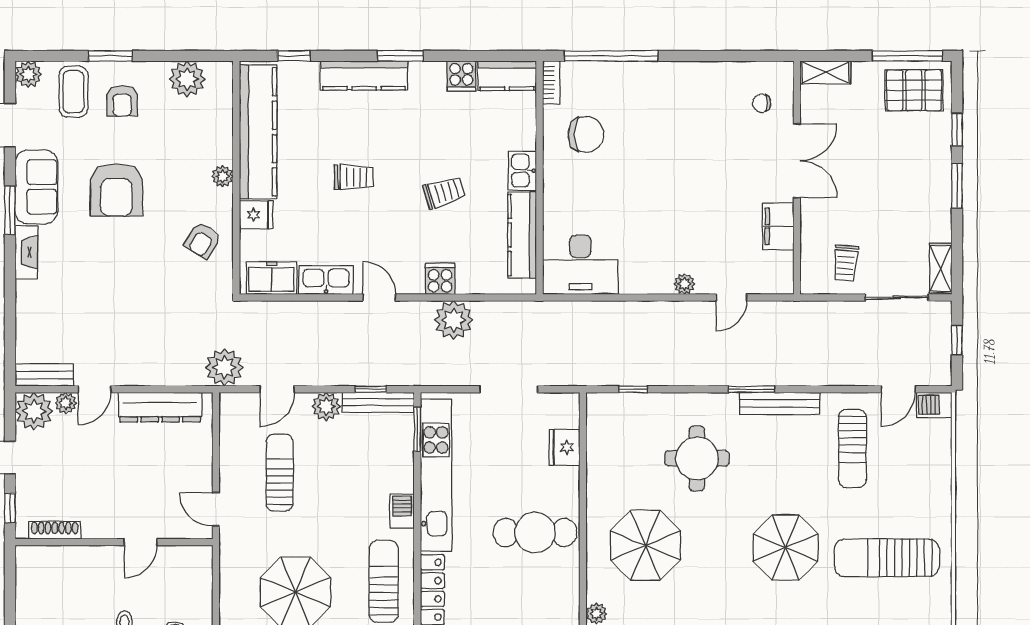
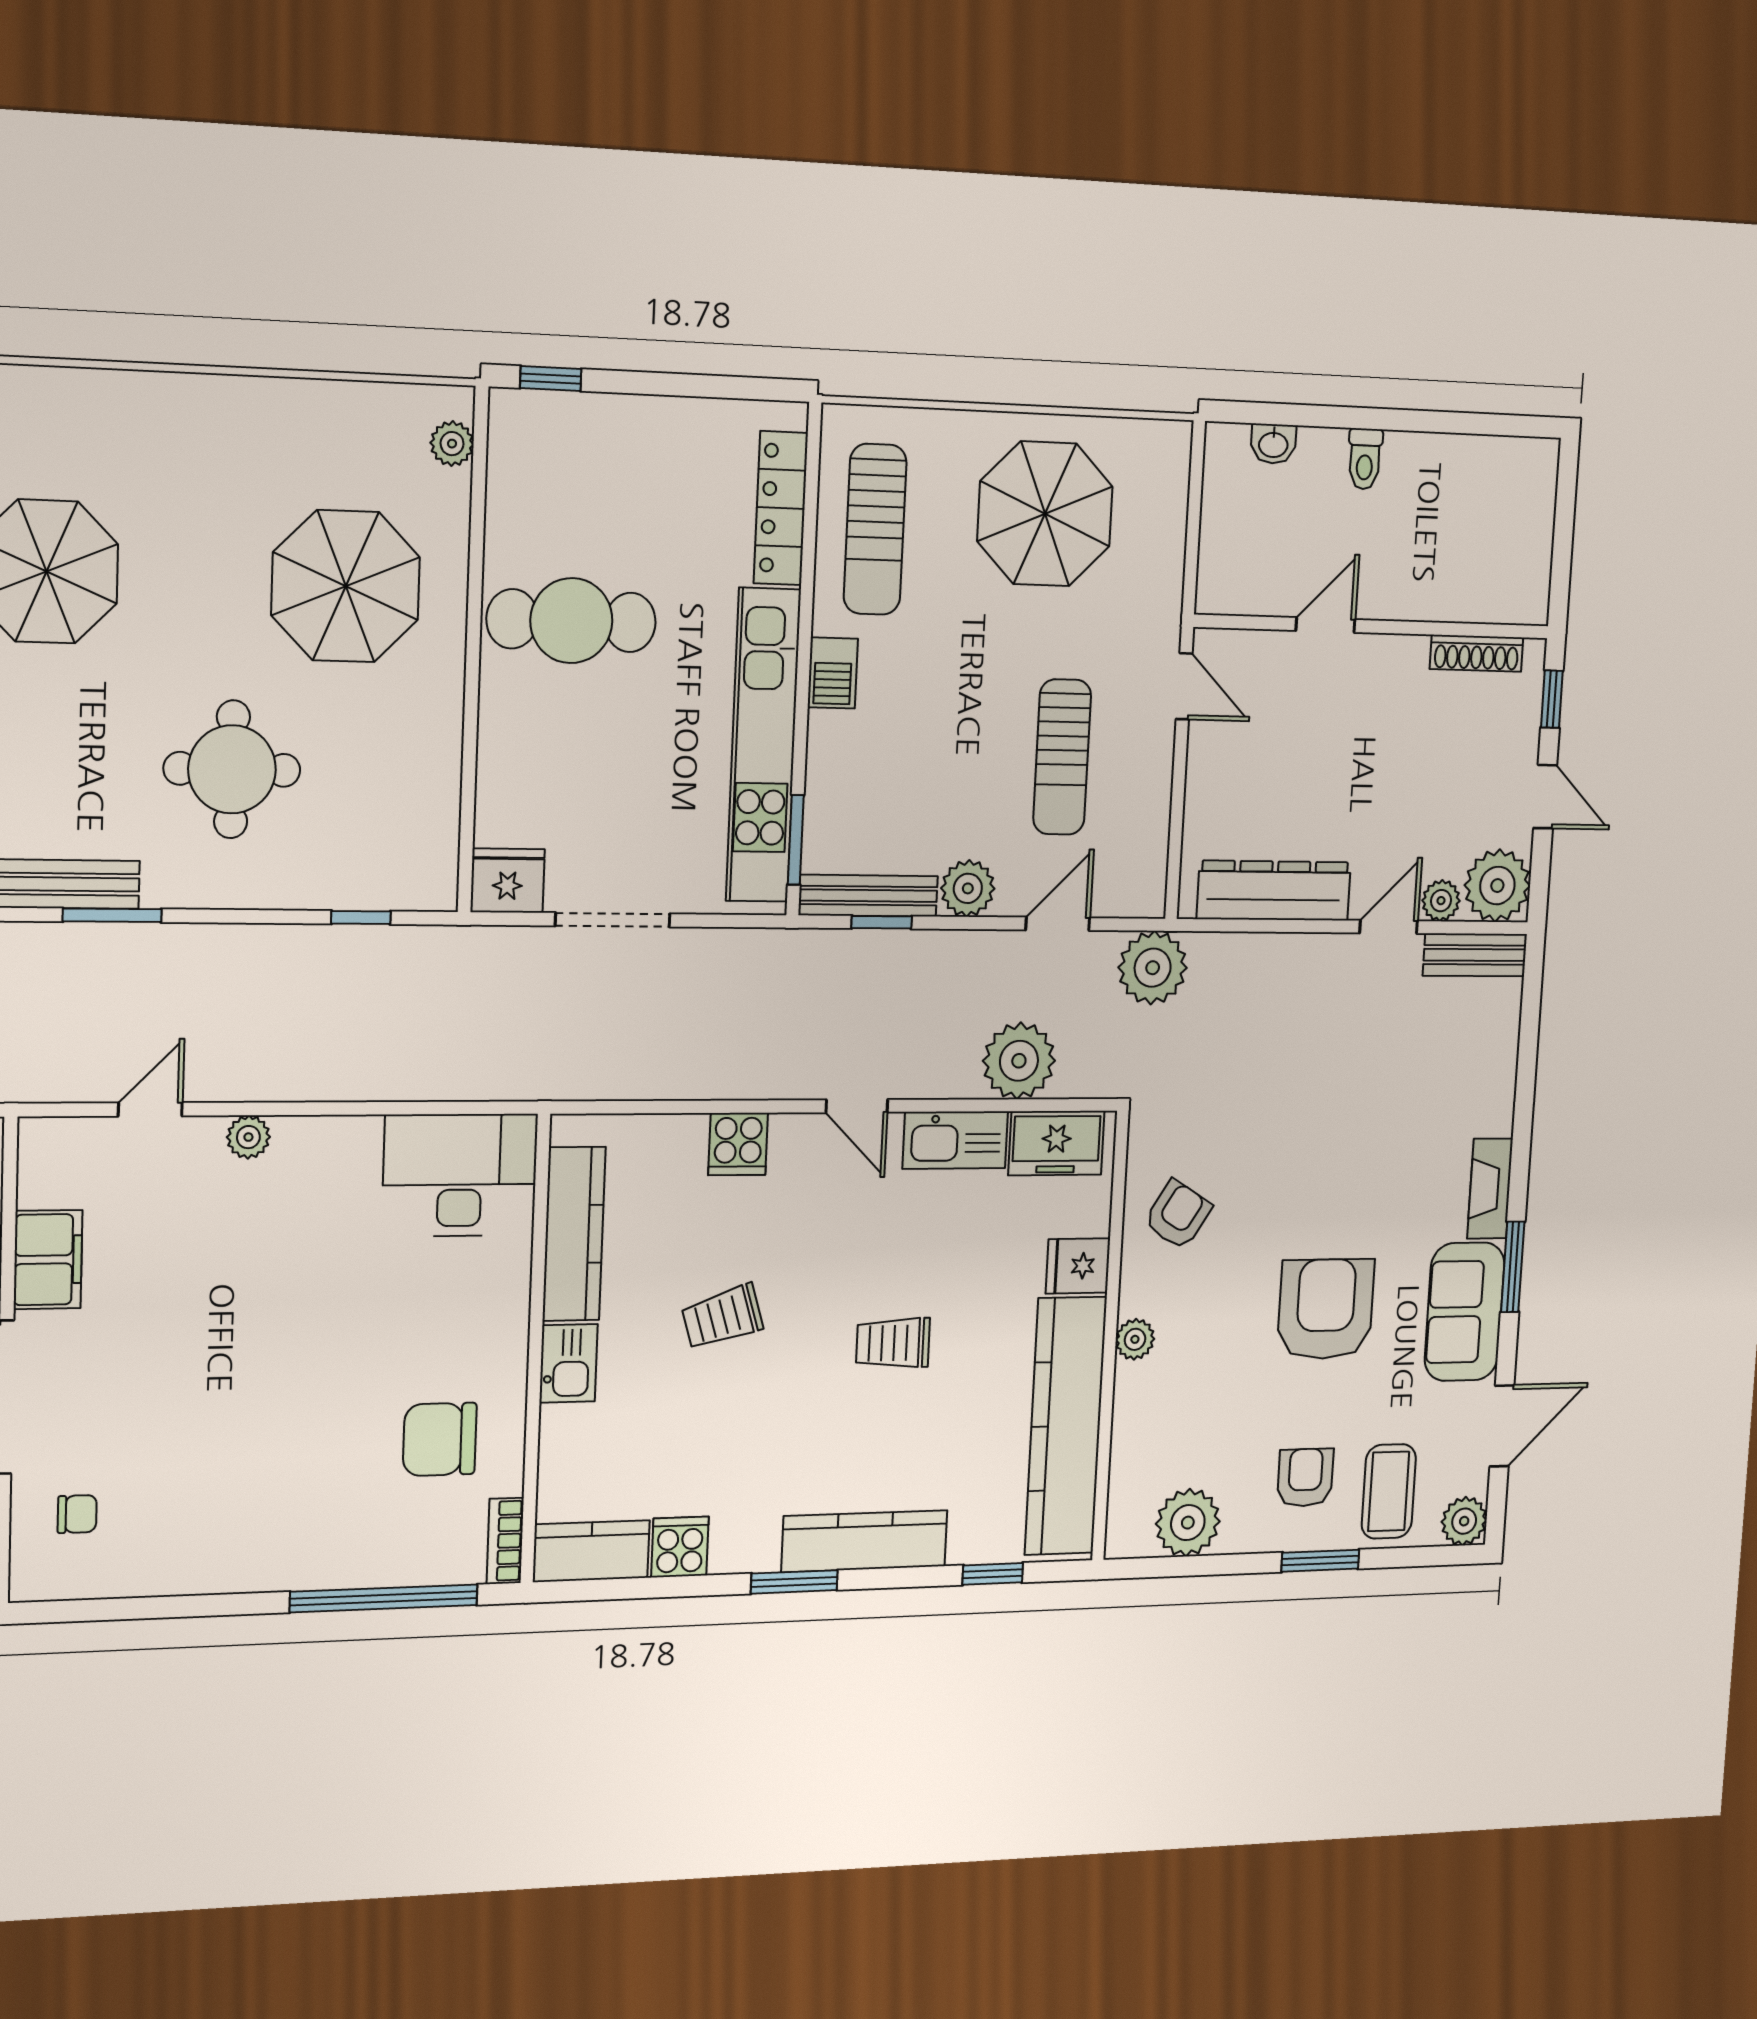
plant: (454, 320) -> (1019, 1061), moved
fridge: (564, 447) -> (508, 881), moved, turned -90

